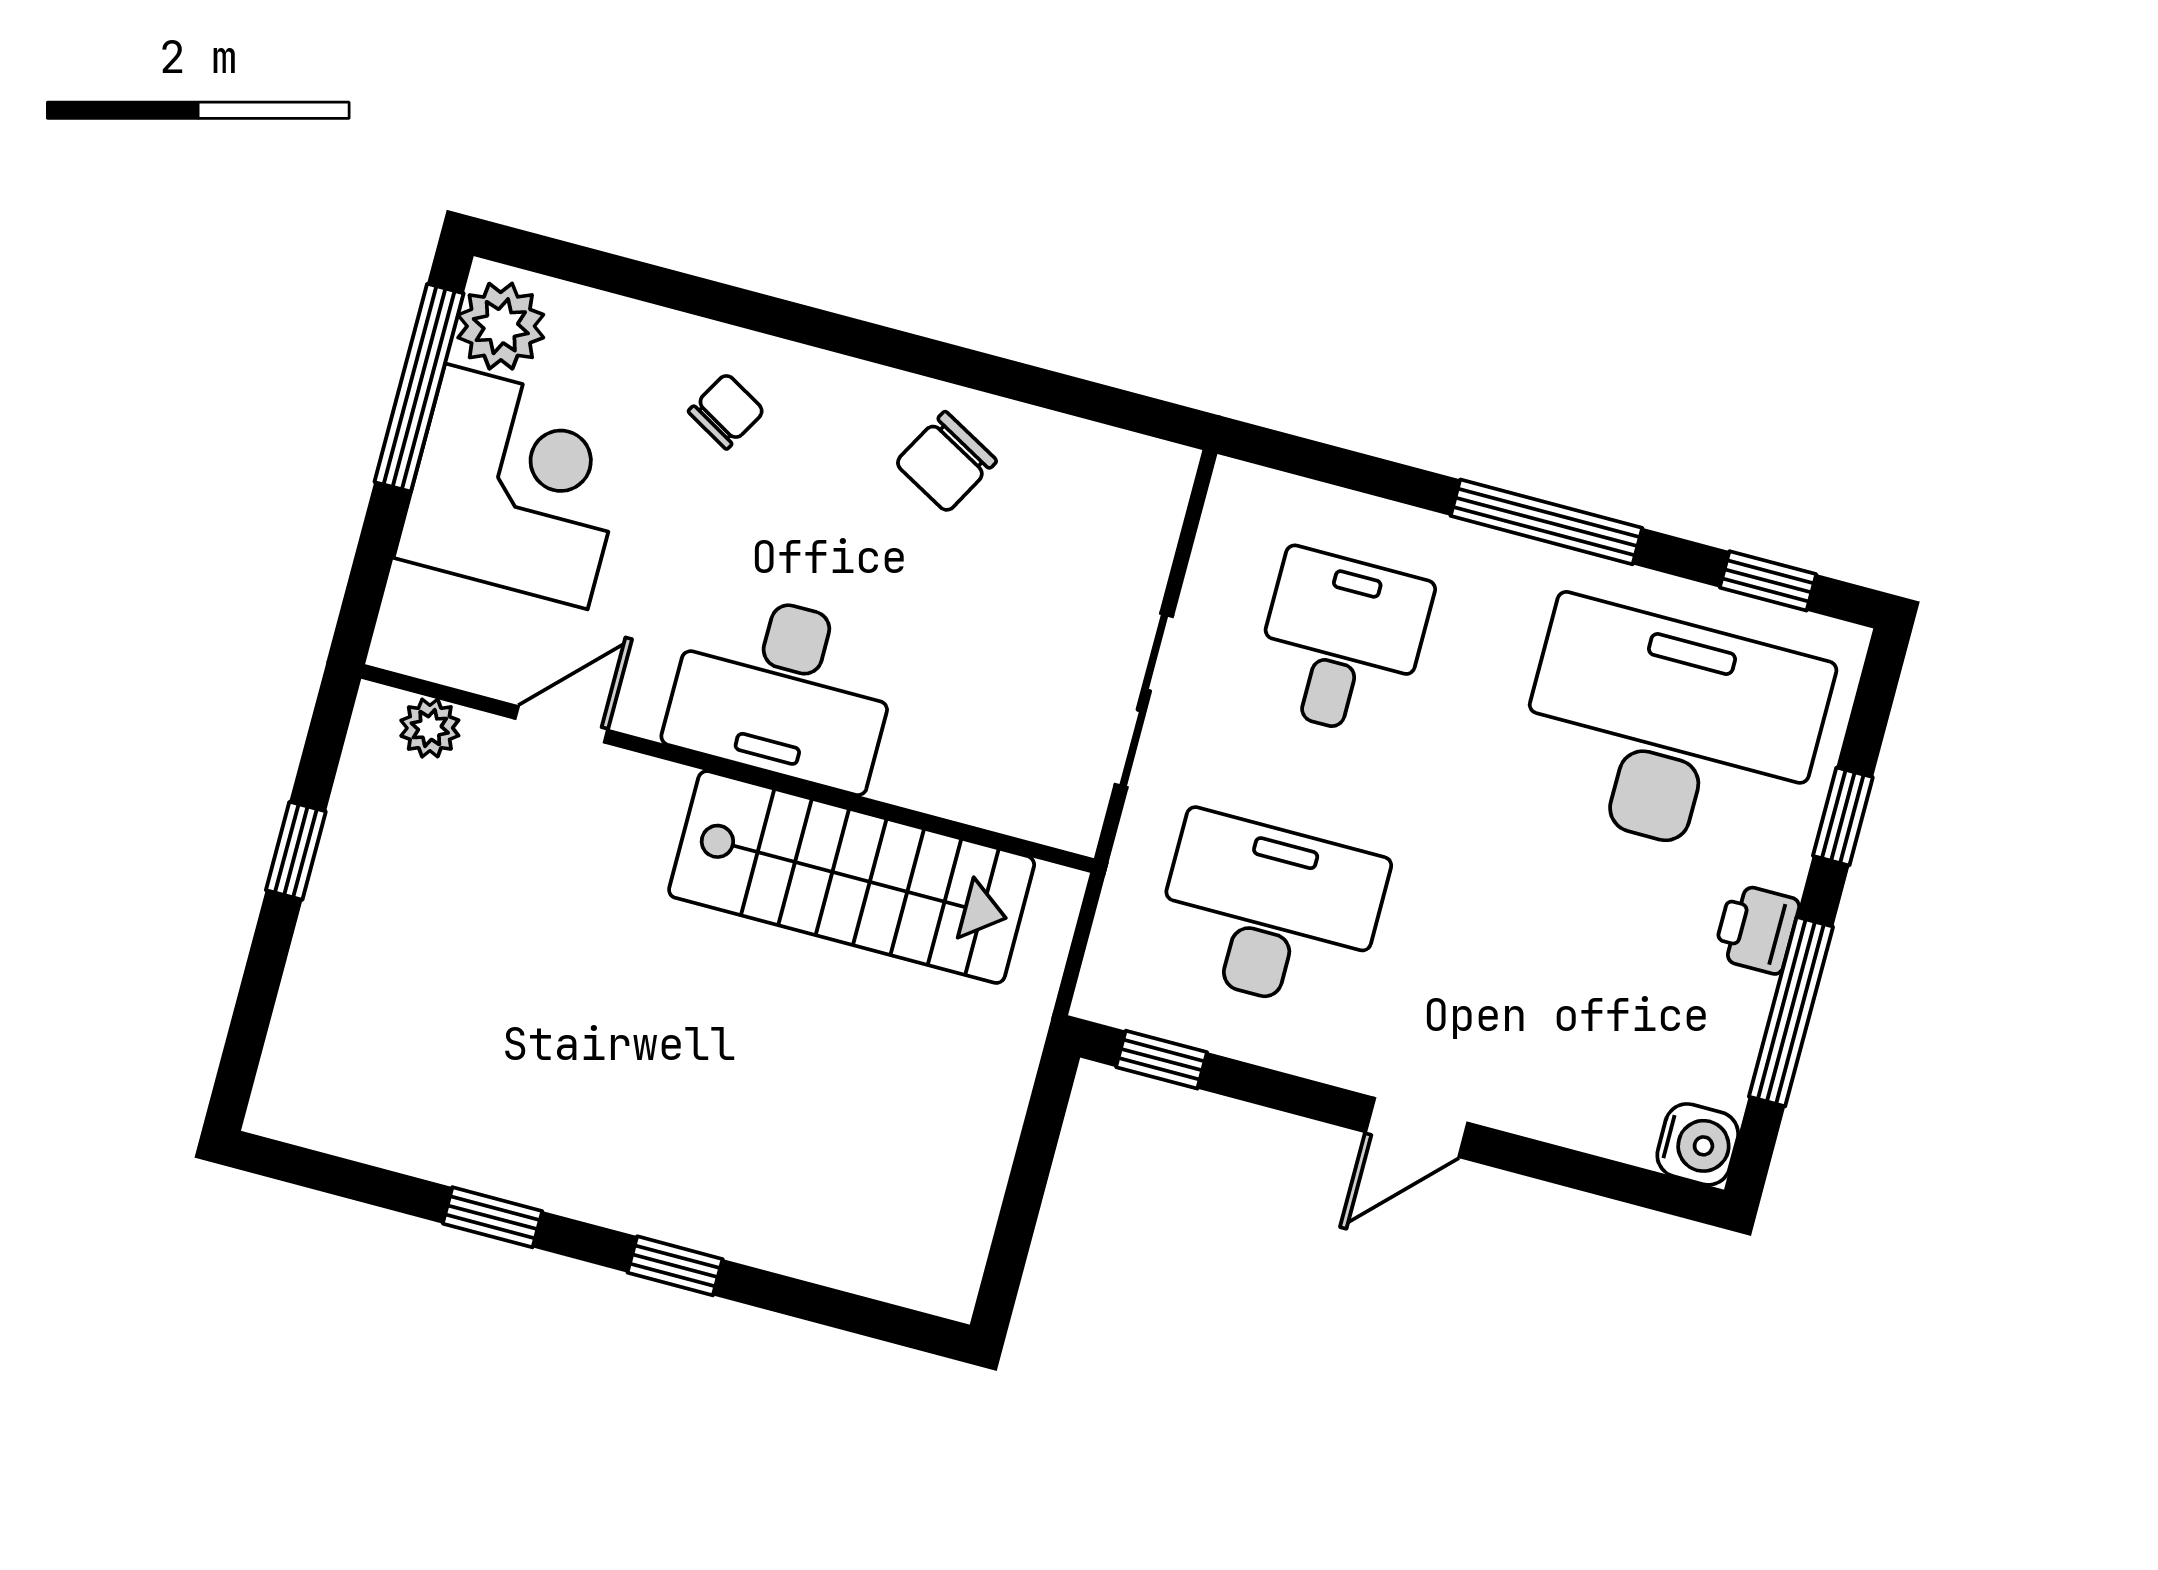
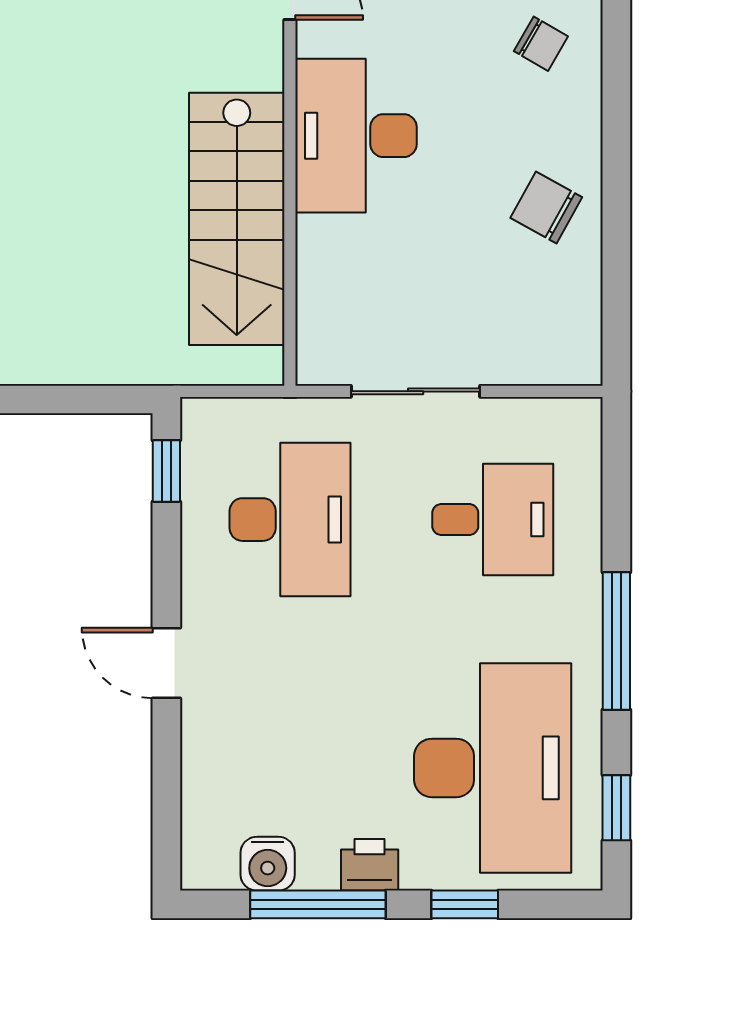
water cooler: (1698, 1144) -> (268, 864), moved

